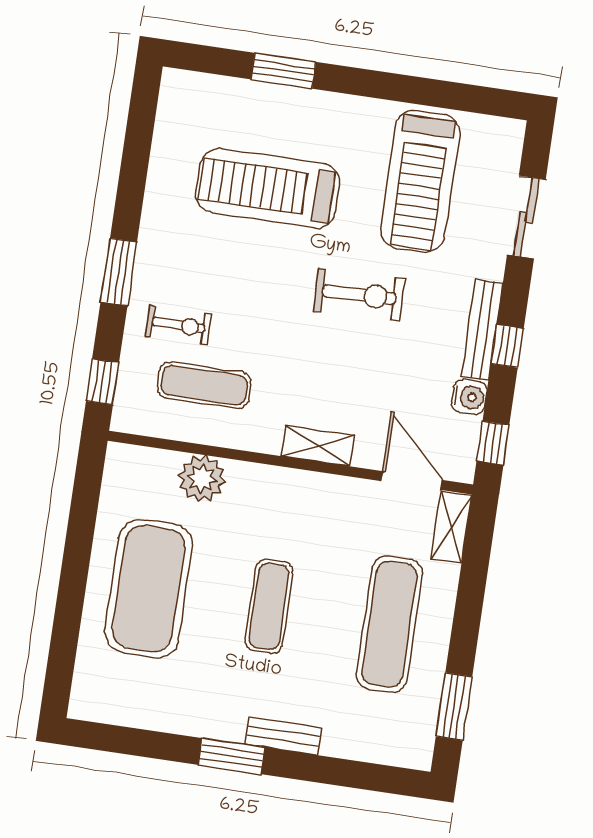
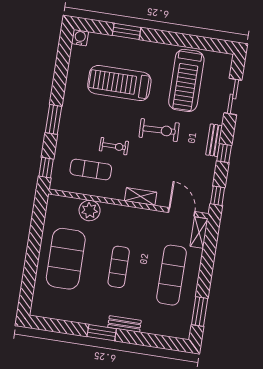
exercise bike: (178, 325) -> (114, 146), moved
bench: (482, 330) -> (214, 140), width x0.73
water cooler: (469, 397) -> (80, 38), moved, turned -90

